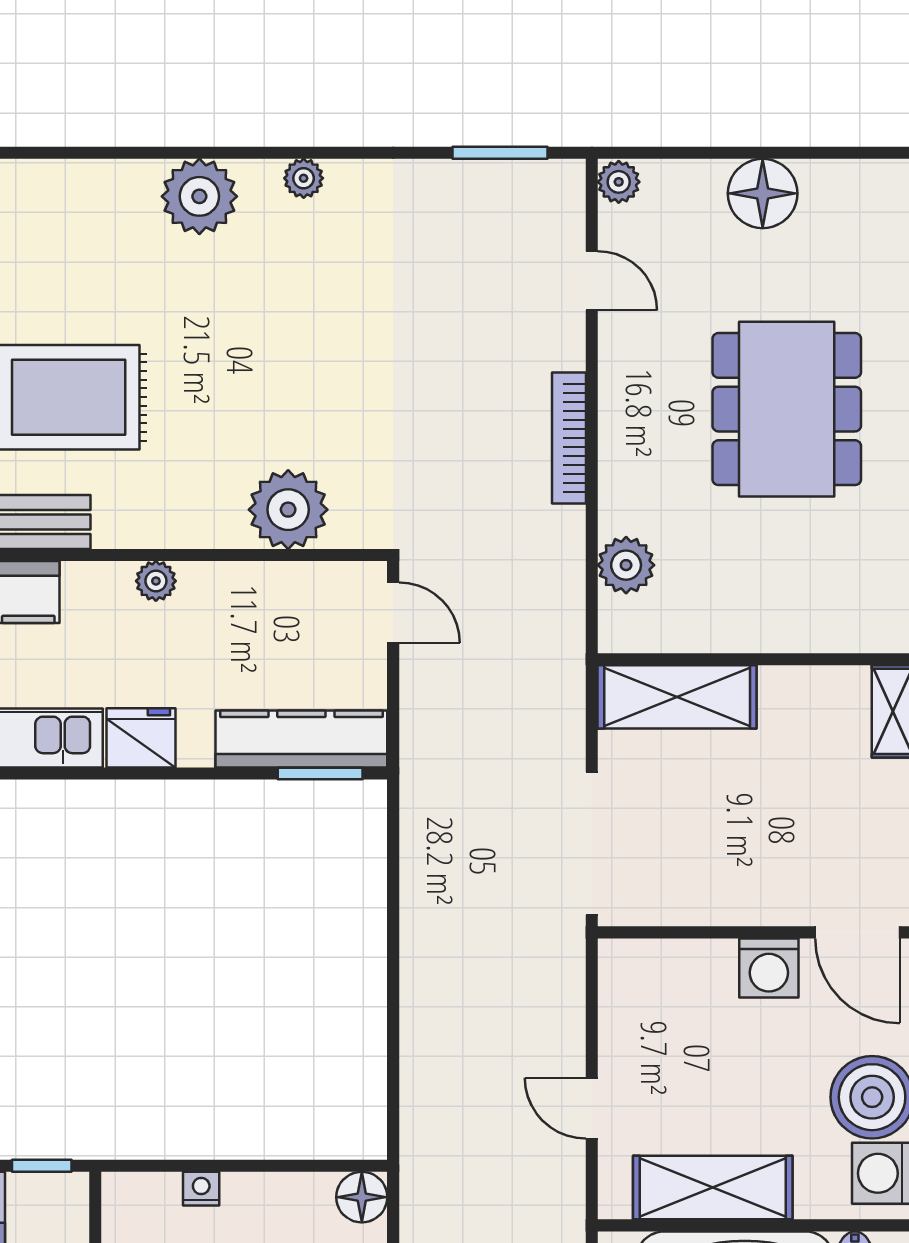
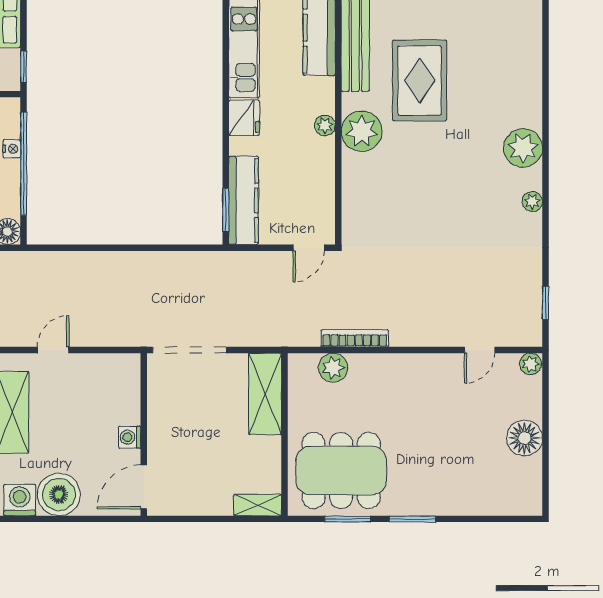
window: (500, 153) -> (546, 303), width x0.67
dining table: (787, 409) -> (341, 470), moved
bookcase: (569, 438) -> (355, 338), moved
plant: (288, 510) -> (362, 131), moved
washing machine: (769, 968) -> (130, 437), width x0.73, depth x0.73
window: (230, 1166) -> (24, 164), added

